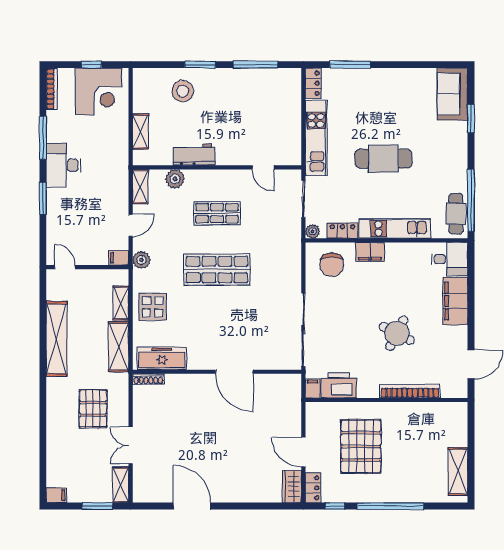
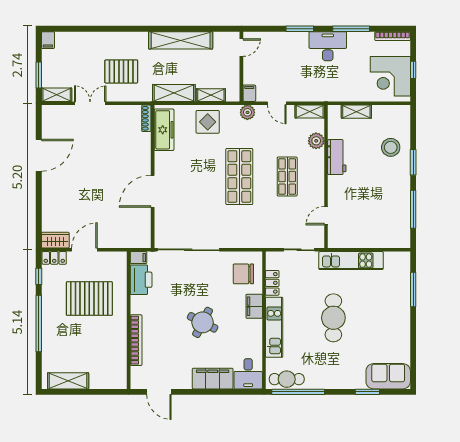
locker: (313, 83) -> (397, 258), removed
plant: (313, 231) -> (272, 258), removed
round table: (397, 333) -> (203, 322), moved

